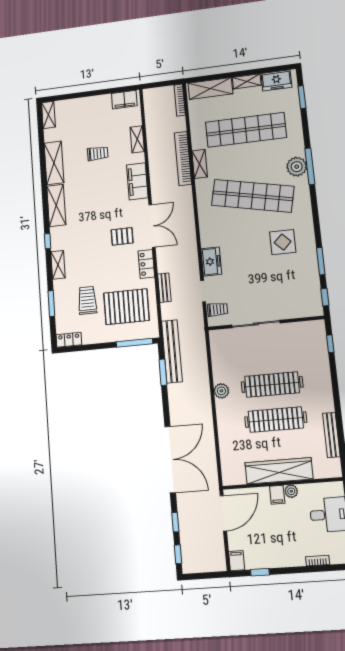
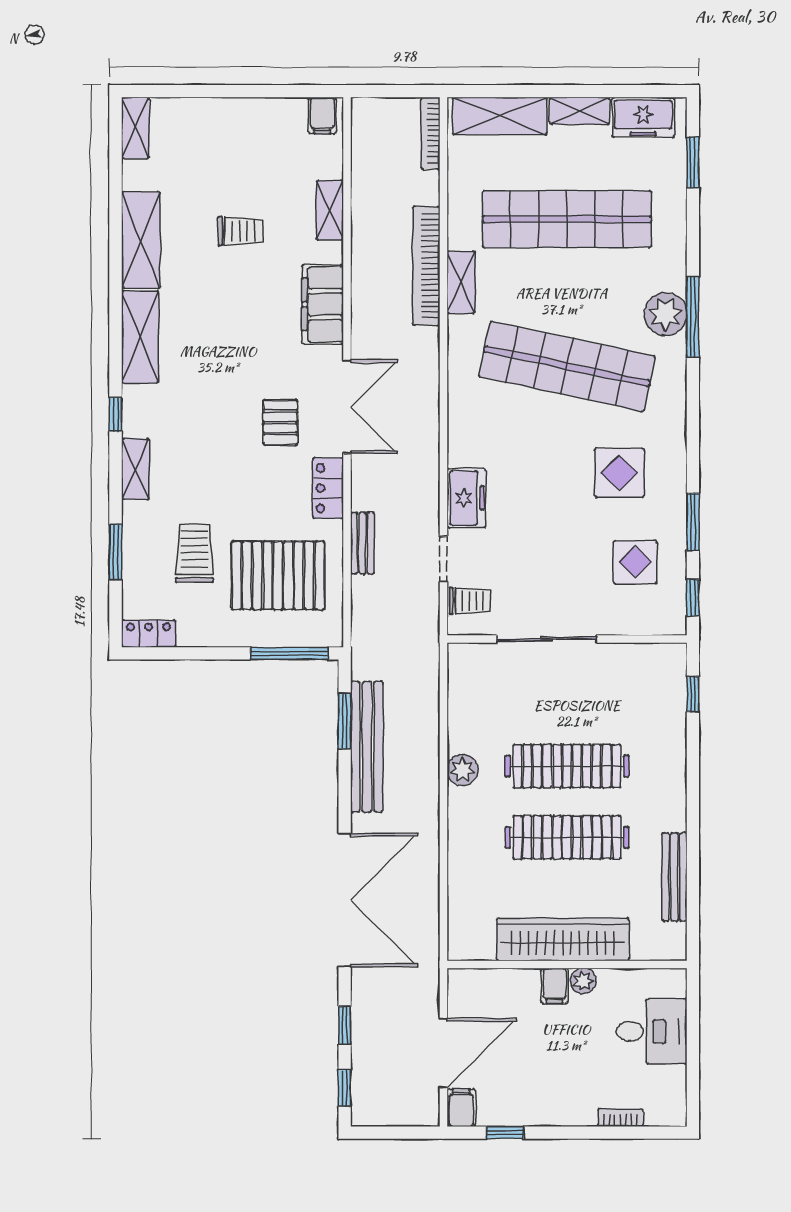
filing cabinet: (124, 100) -> (322, 115), width x0.50
pallet: (122, 236) -> (280, 422), turned 90
display table: (295, 283) -> (635, 562), added
bench: (172, 351) -> (367, 747), moved
door: (223, 513) -> (443, 1053), moved

